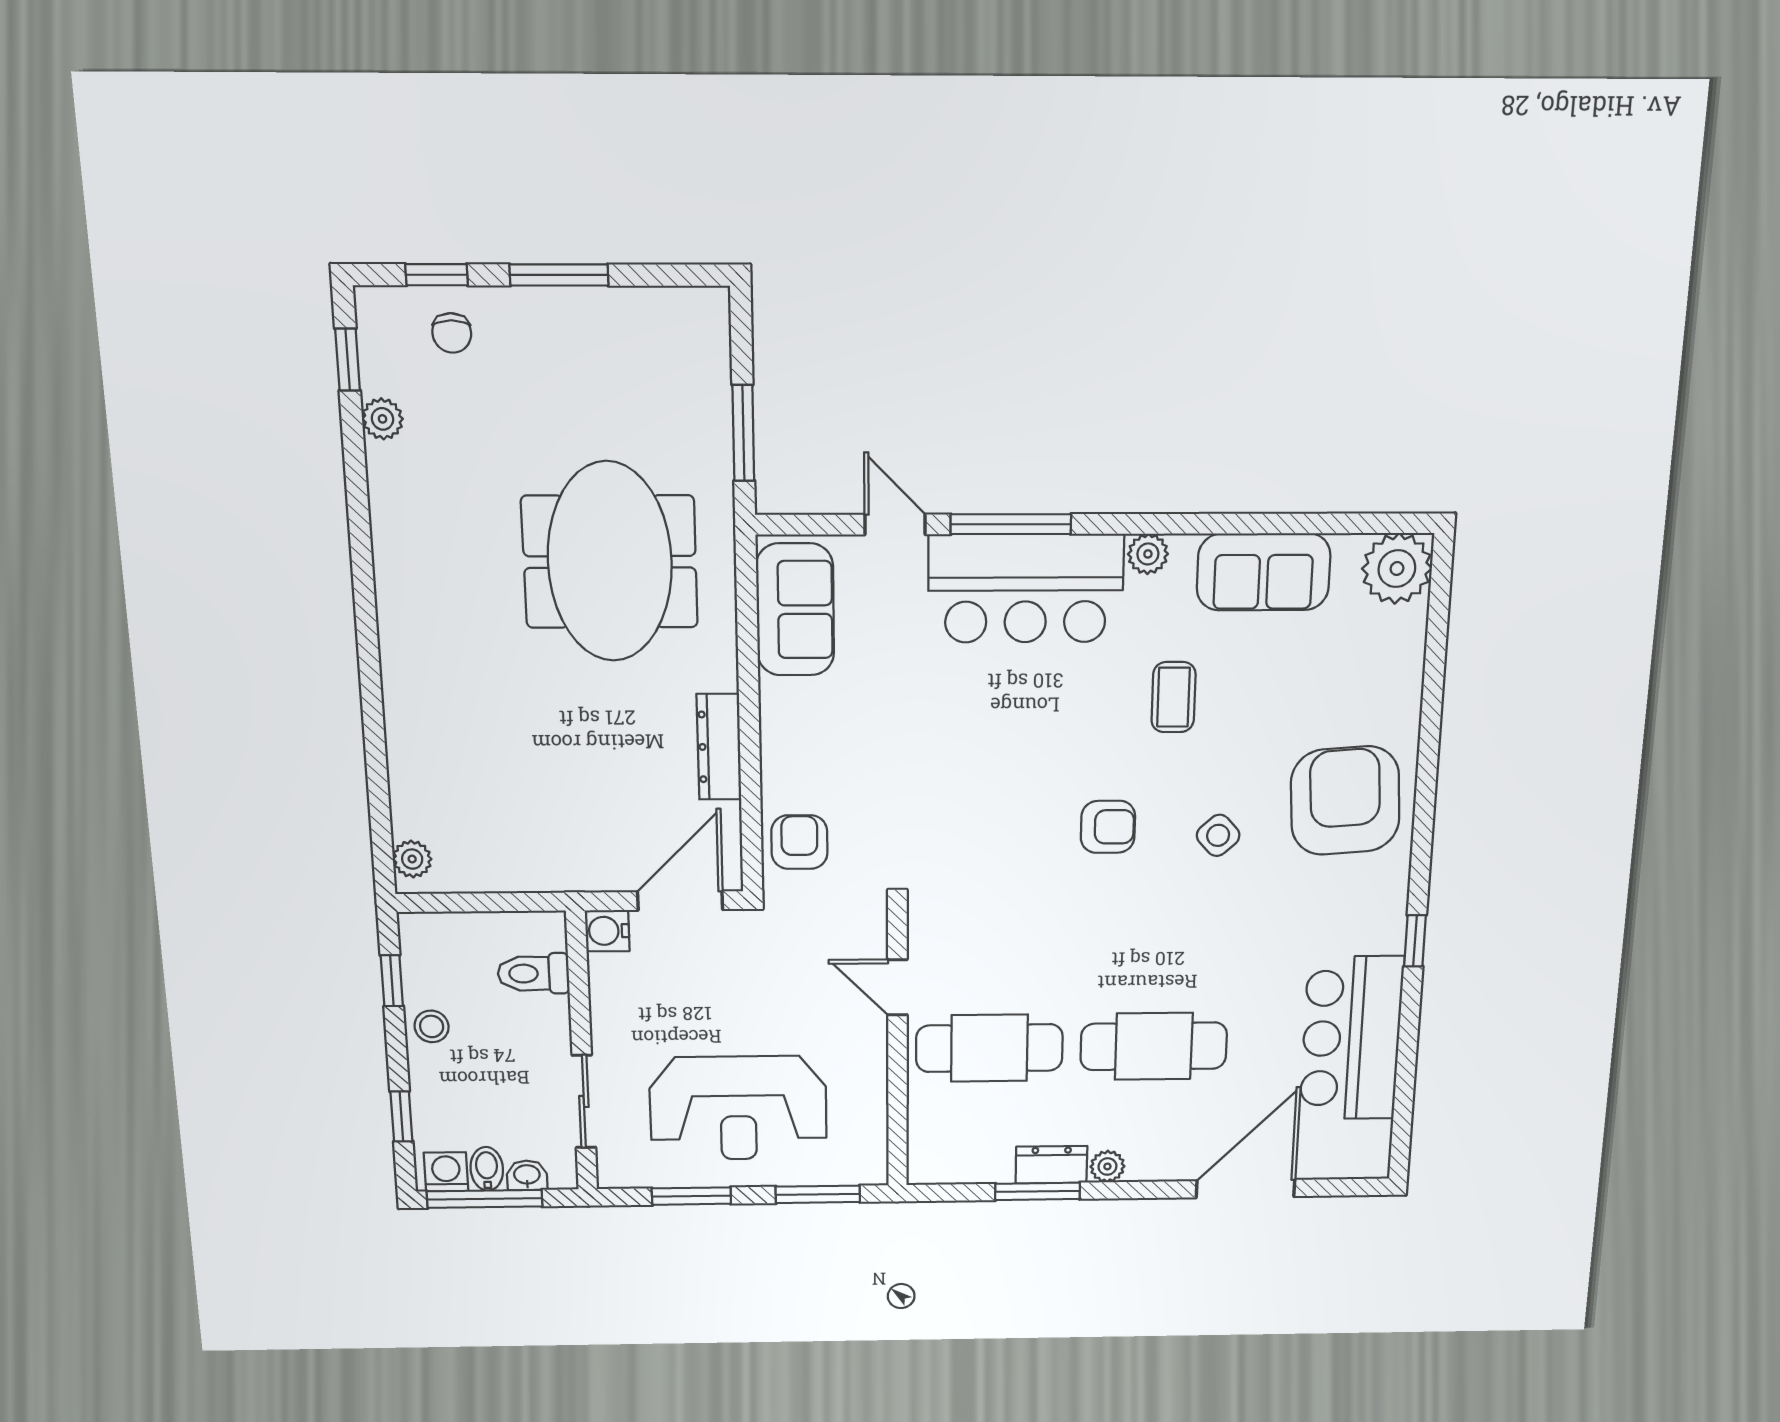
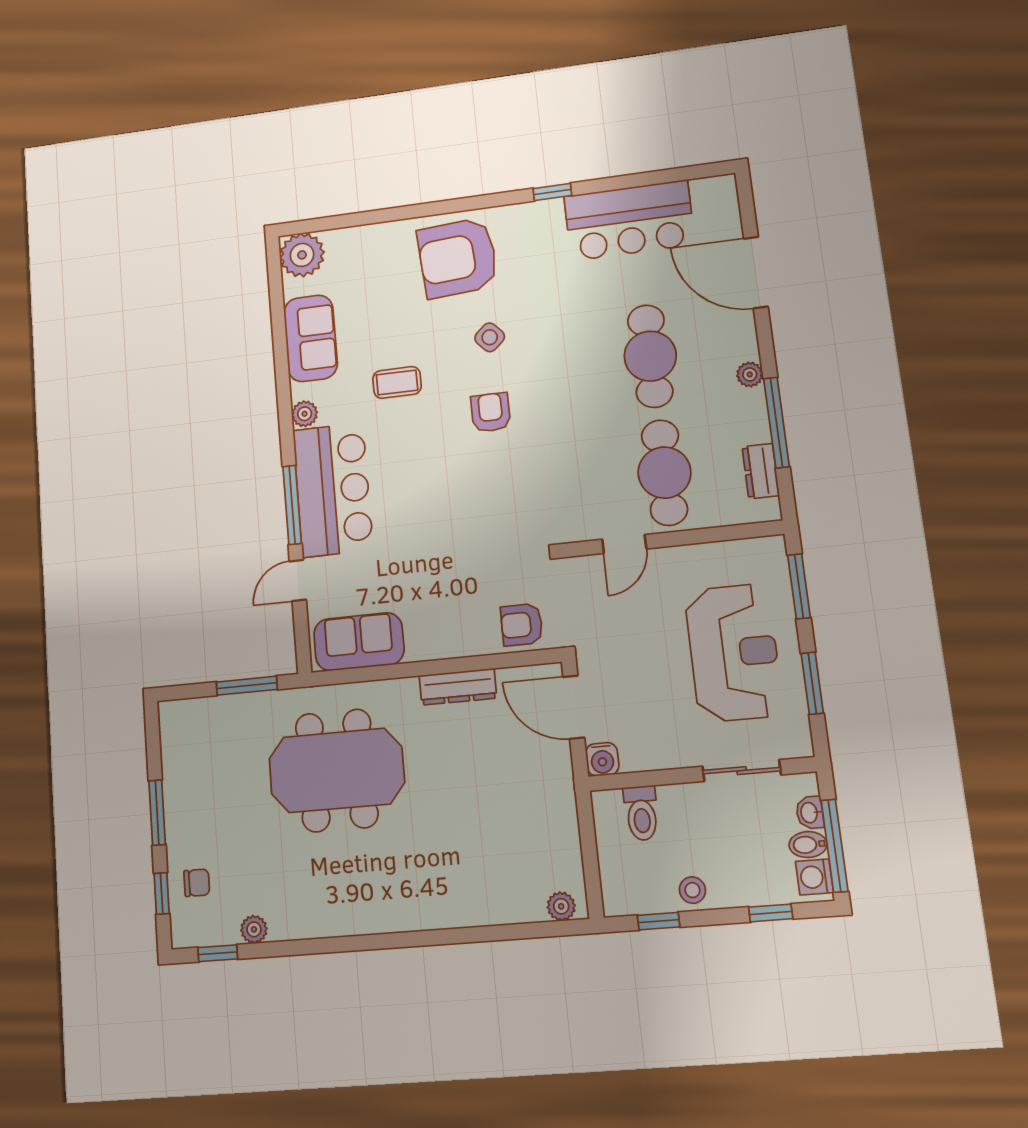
dresser: (1051, 1165) -> (761, 471), moved
window: (1038, 1191) -> (776, 423), width x1.44

